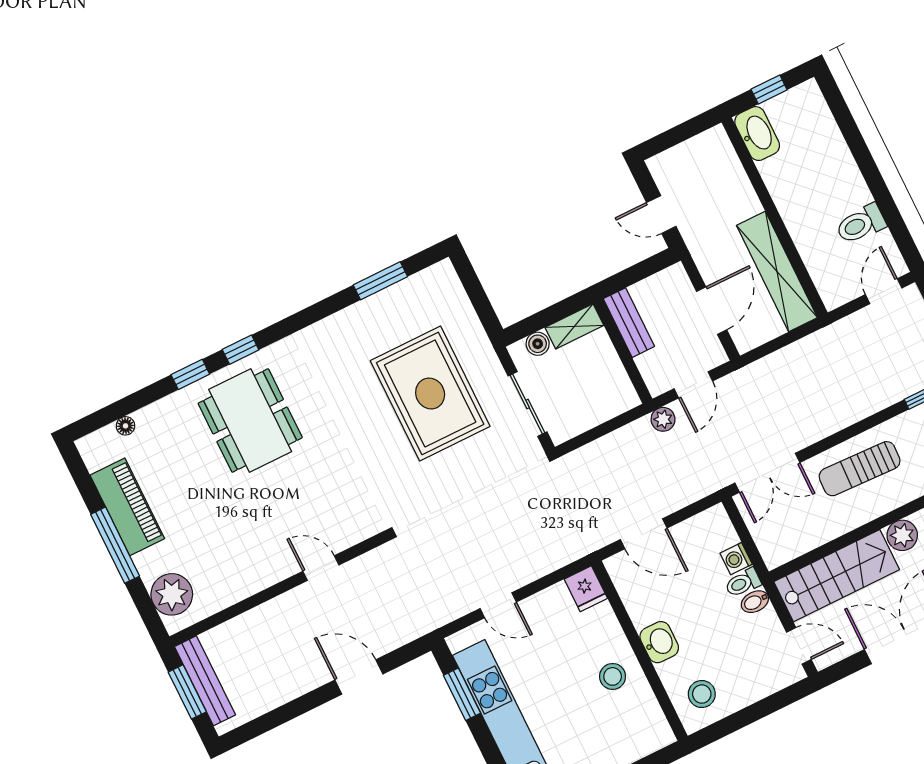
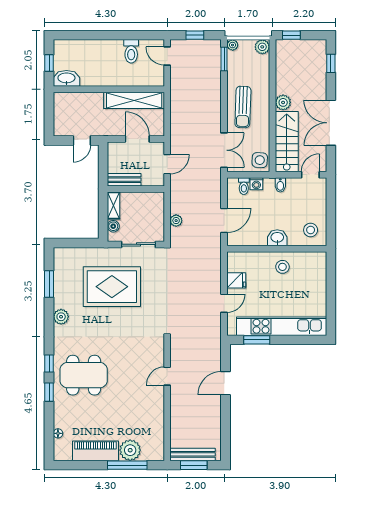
plant: (333, 330) -> (61, 317), added
door: (693, 385) -> (167, 164), hinge flipped
plant: (663, 419) -> (176, 221), moved
side table: (781, 544) -> (260, 160), added
window: (115, 545) -> (127, 465), moved
toilet: (743, 583) -> (244, 186), moved
fridge: (586, 589) -> (236, 280), moved
plant: (172, 594) -> (130, 450), moved

